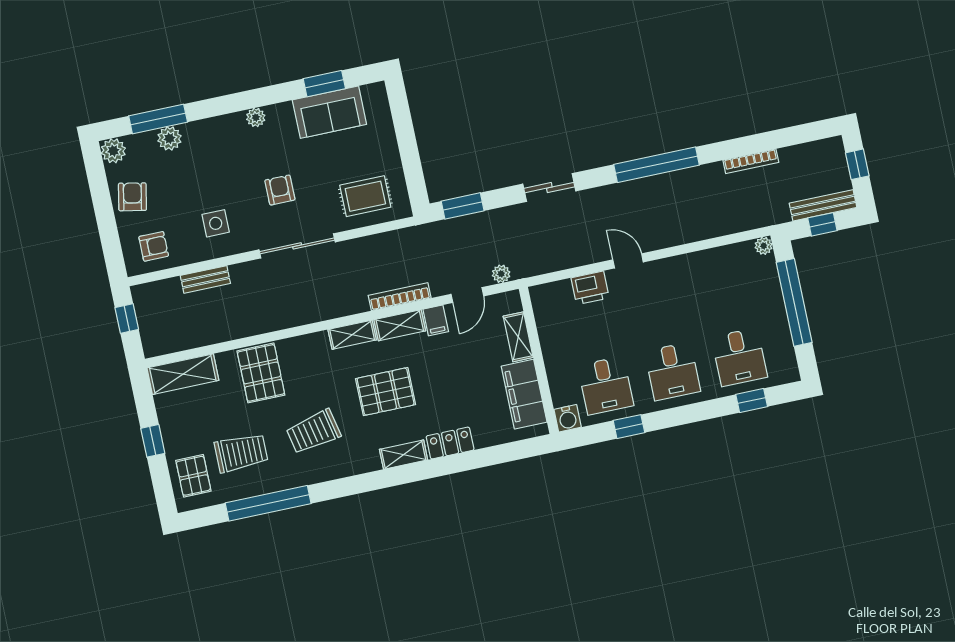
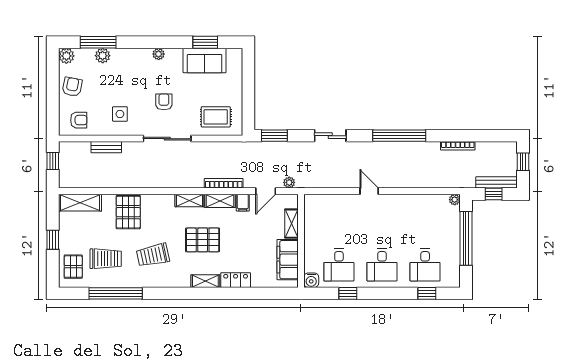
printer: (590, 288) -> (342, 203), removed

